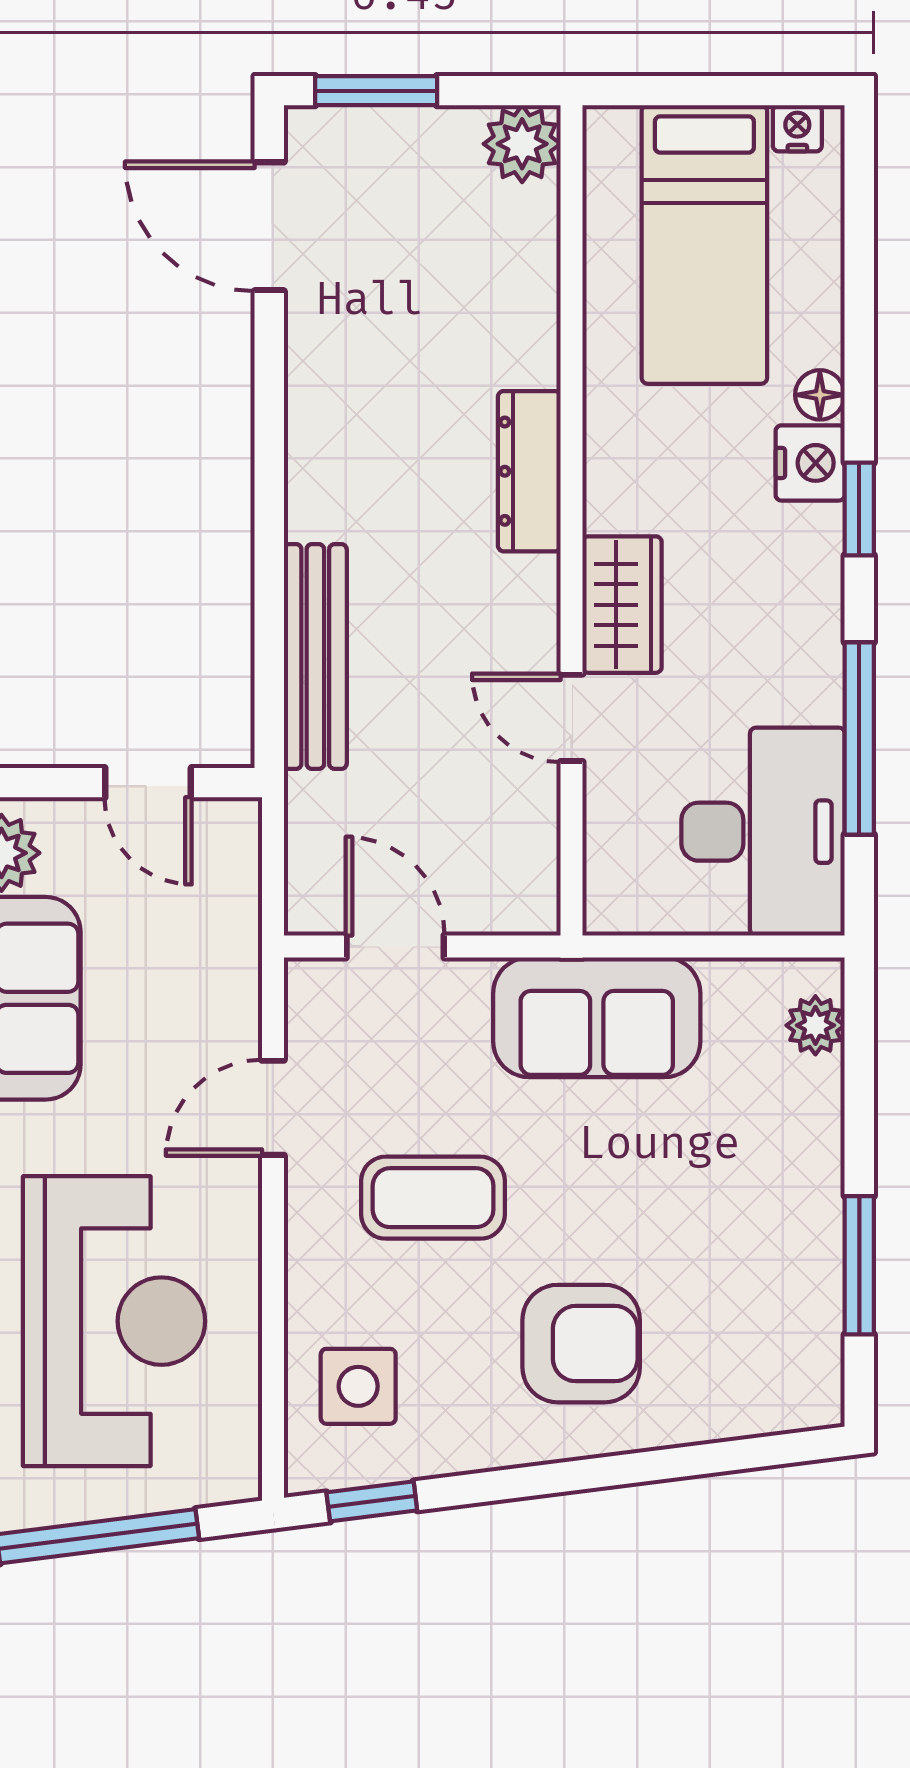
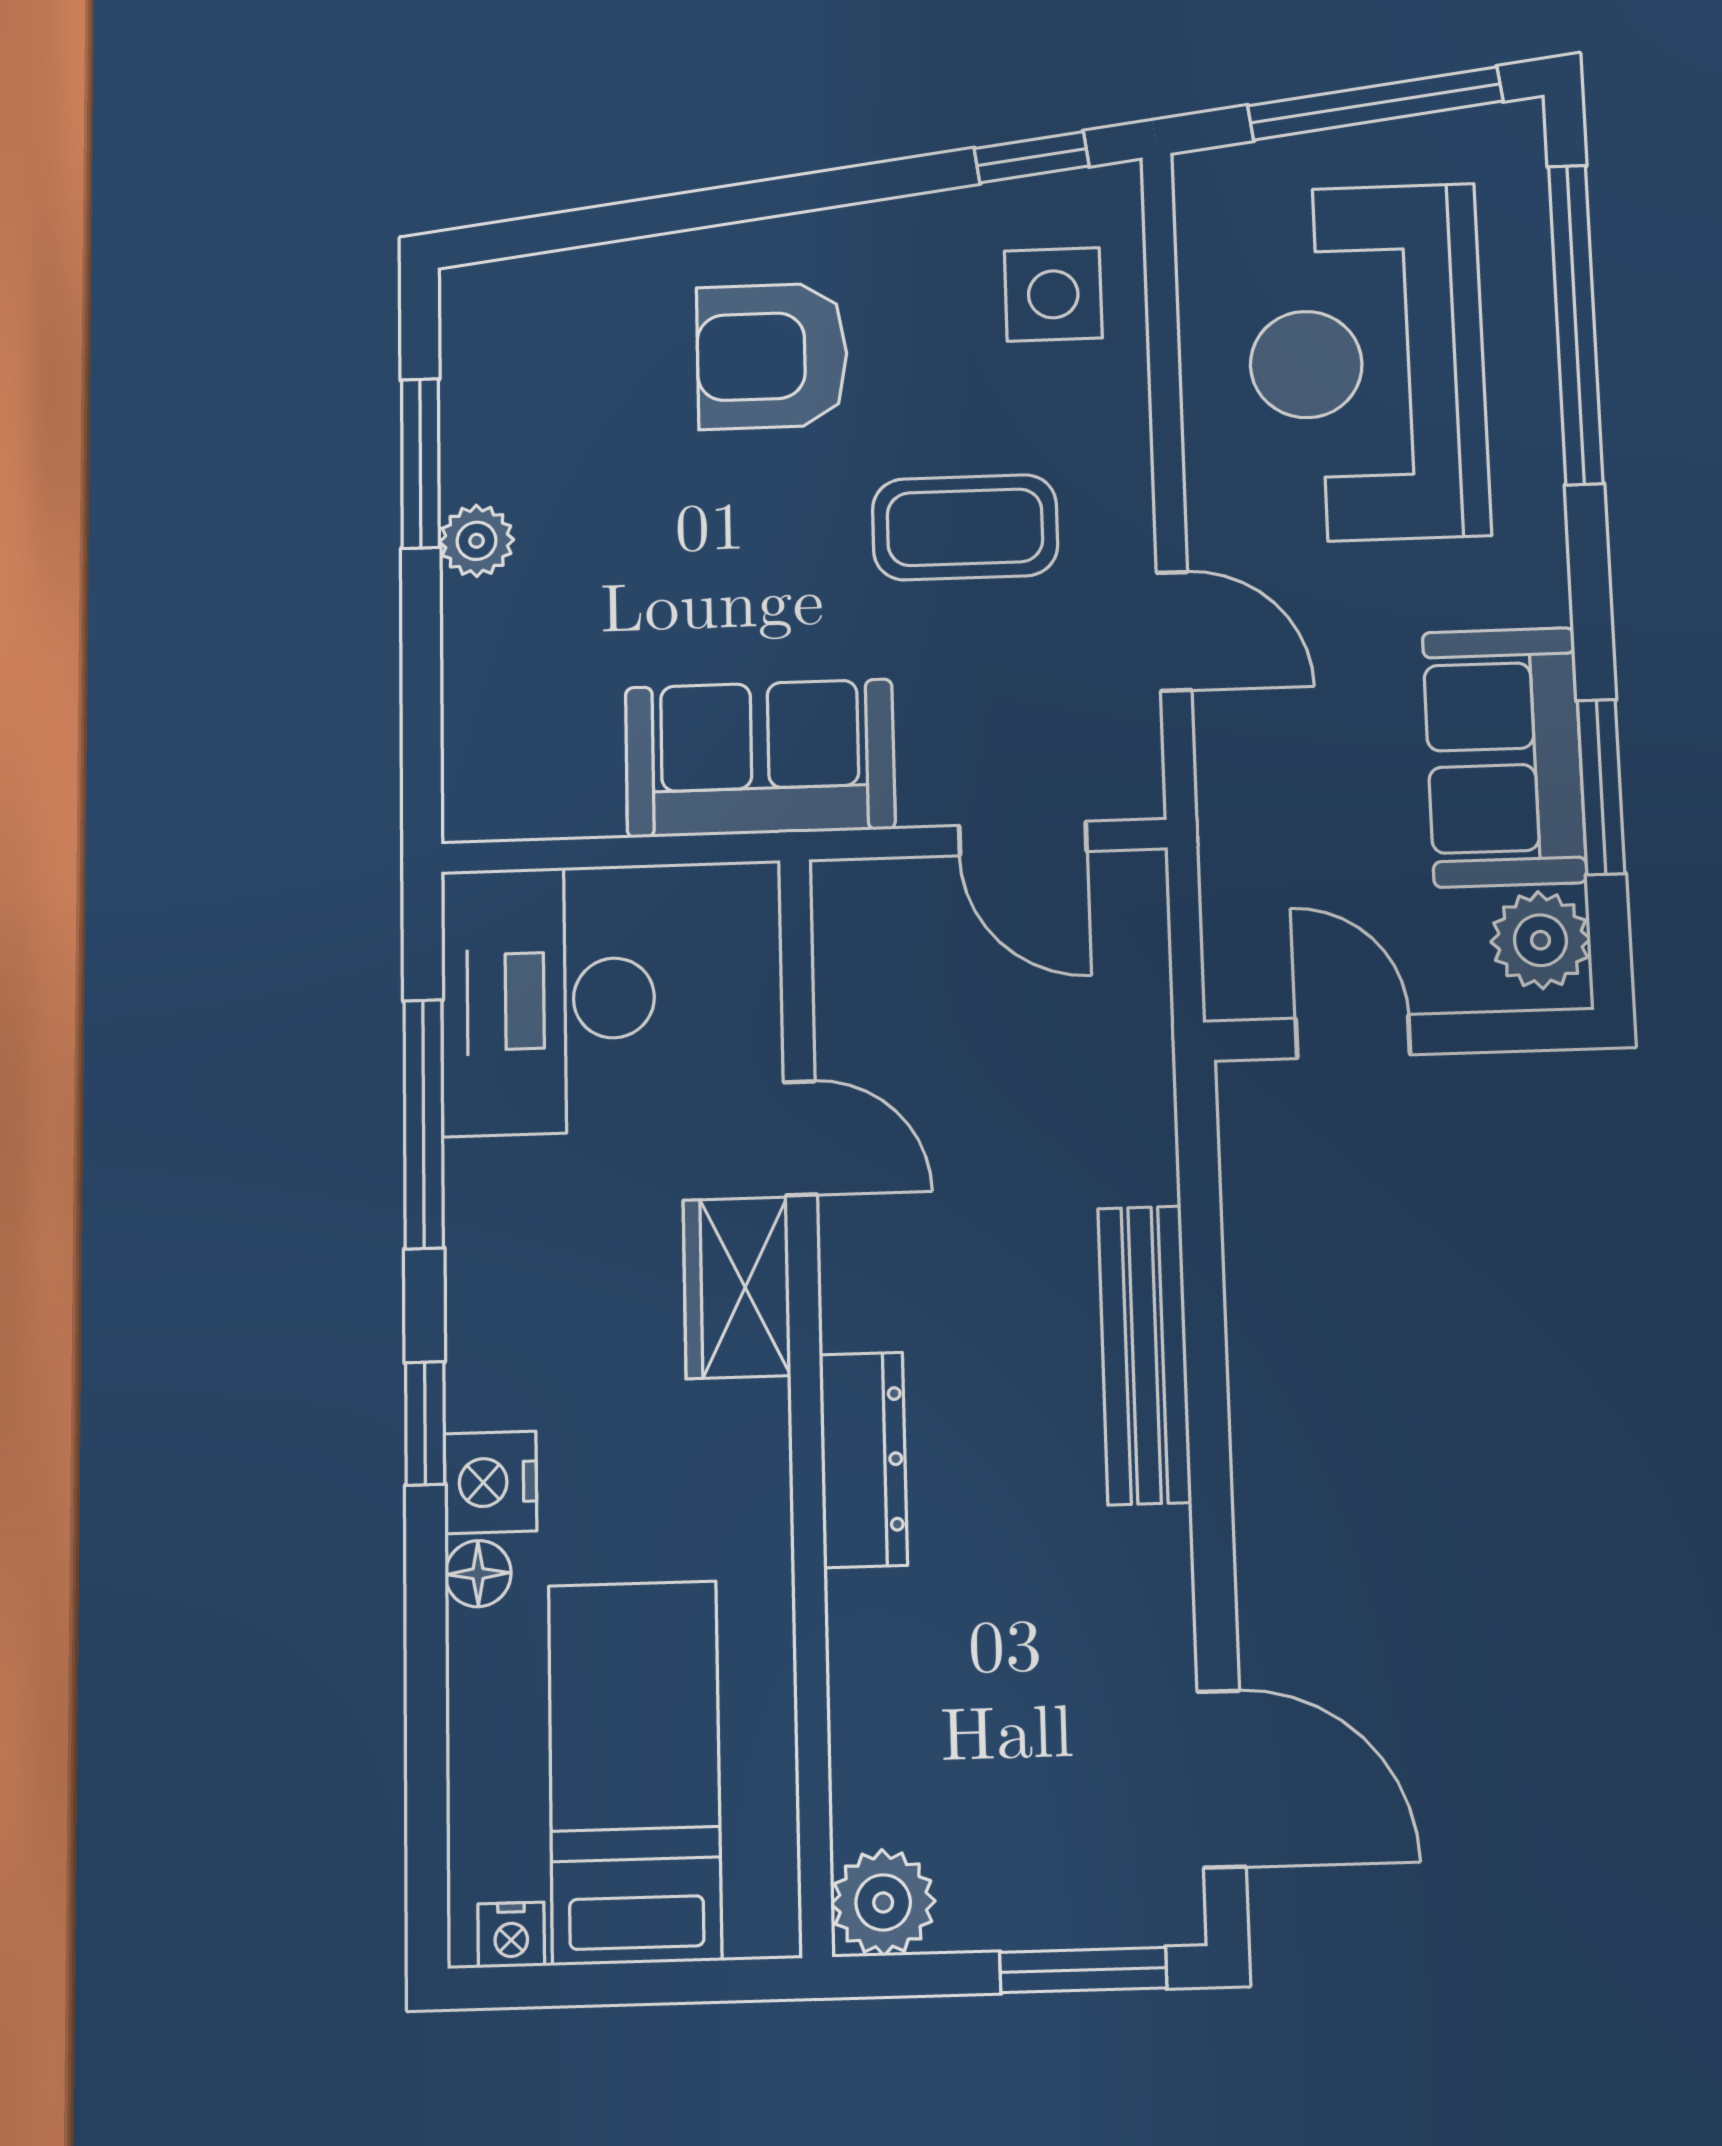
bench: (315, 657) -> (1145, 1355), moved
plant: (815, 1025) -> (477, 541), moved
door: (273, 1108) -> (1174, 631), hinge flipped

